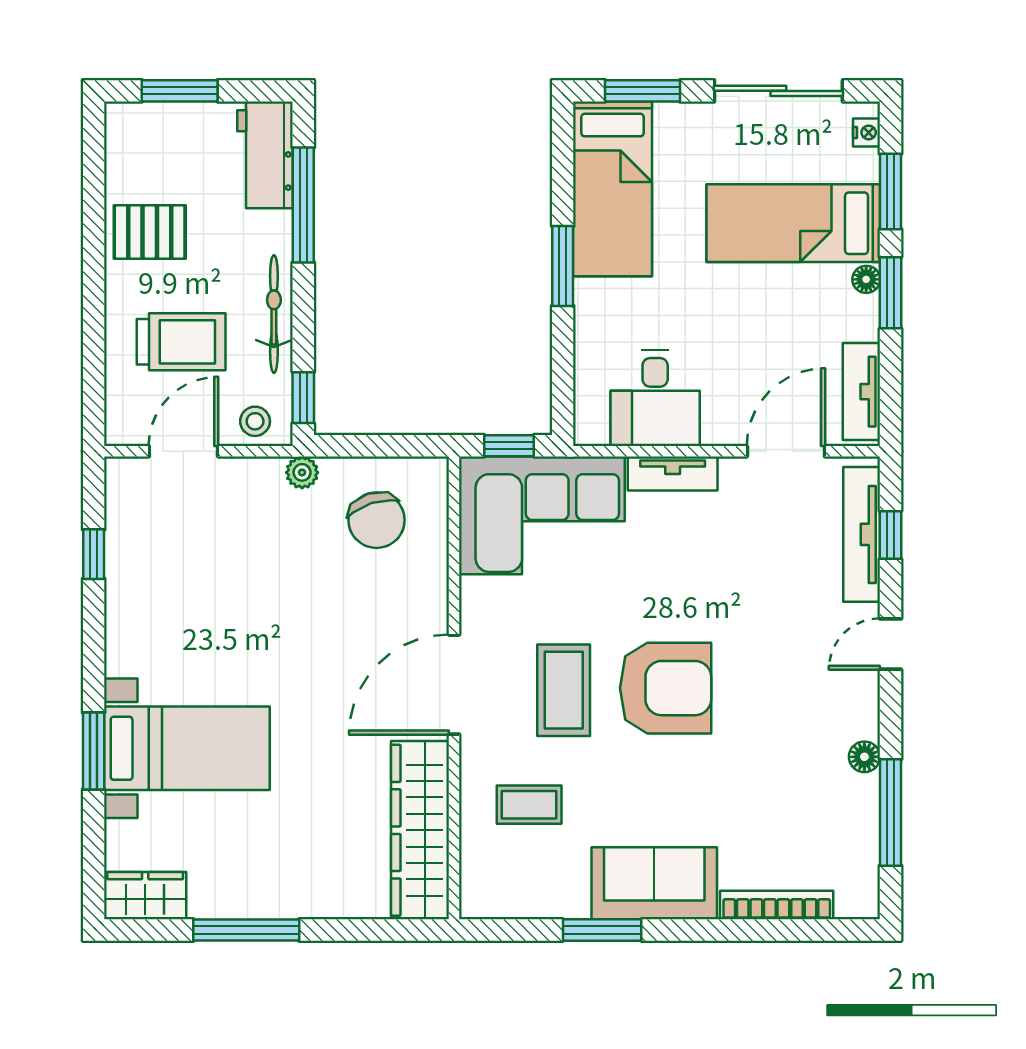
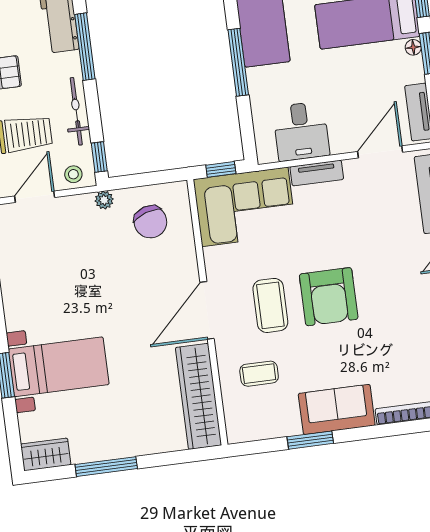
window: (563, 266) -> (238, 62), width x1.44
armchair: (666, 688) -> (329, 297), turned 90

